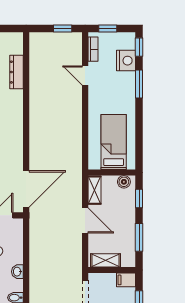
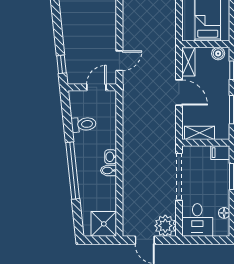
door: (26, 189) -> (119, 61), width x0.53
washbasin: (17, 272) -> (111, 157), moved

